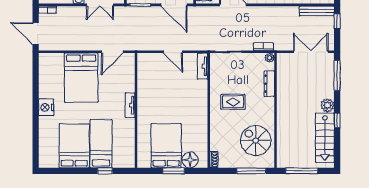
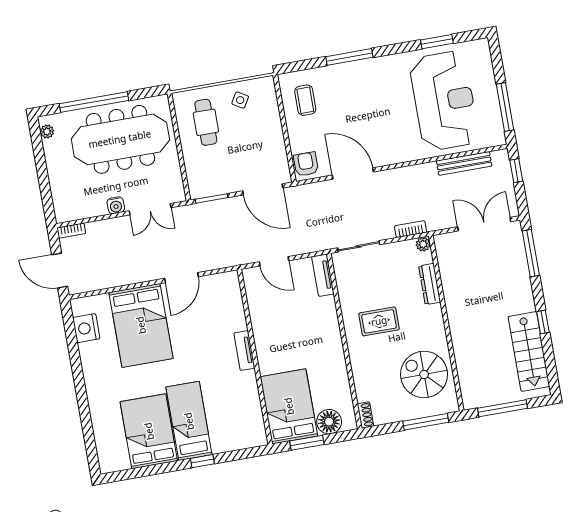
bench: (317, 11) -> (464, 163), moved
tv unit: (130, 105) -> (244, 351), moved
plant: (327, 105) -> (524, 301), removed
nightstand: (46, 107) -> (86, 328), moved
wall: (136, 110) -> (255, 357), moved

